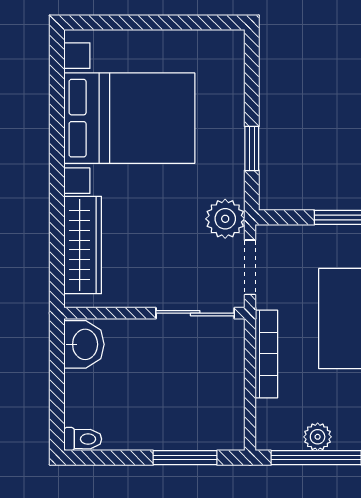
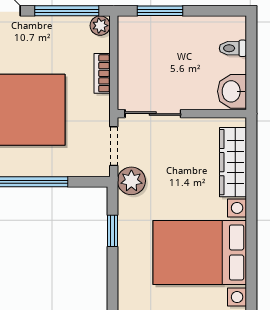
bookcase: (266, 354) -> (102, 73), width x0.64
plant: (318, 437) -> (100, 26), moved
toilet: (83, 439) -> (233, 48), moved

